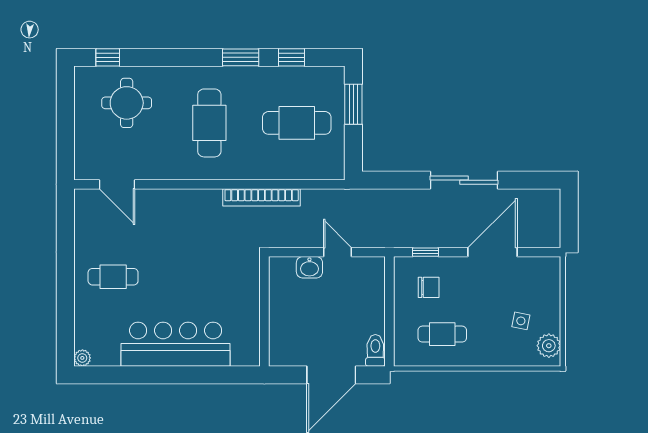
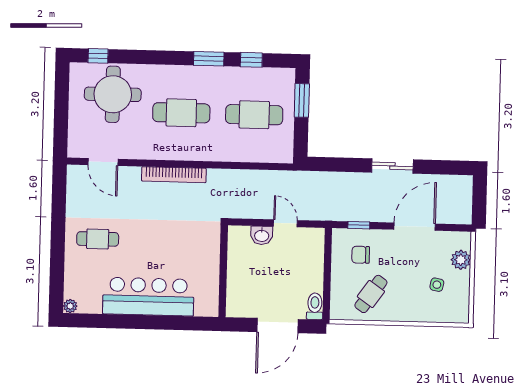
round table: (127, 103) -> (113, 94), width x1.36, depth x1.36
cafe table: (209, 123) -> (181, 113), turned 90
sliding door: (464, 180) -> (392, 166), width x0.73
bookcase: (262, 197) -> (174, 175), moved
chair: (429, 287) -> (361, 255), turned 180
cafe table: (442, 334) -> (371, 294), turned -55
plant: (549, 346) -> (461, 260), moved

